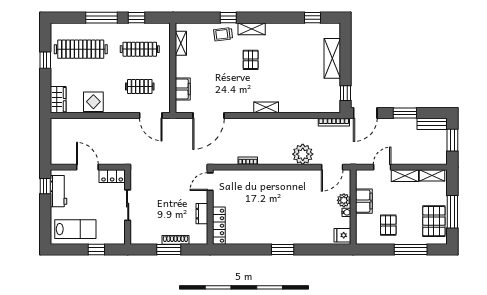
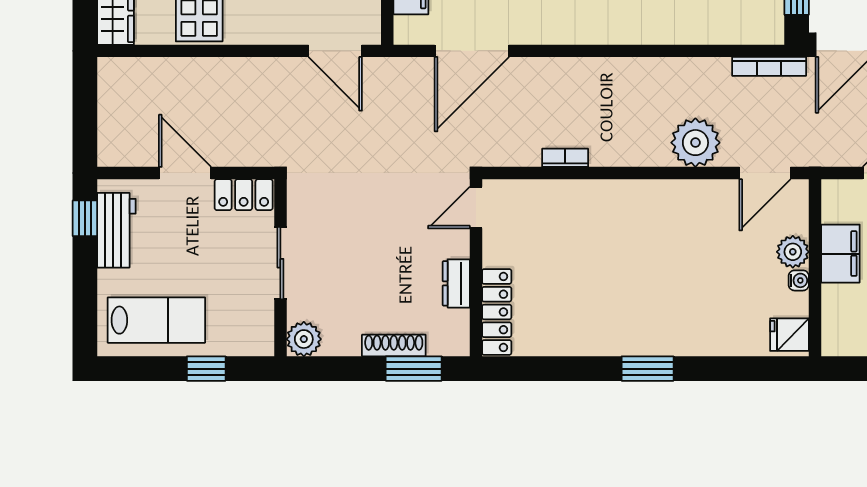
shelving: (266, 107) -> (609, 32), removed
plant: (138, 237) -> (304, 339), added
window: (169, 250) -> (414, 369), moved

